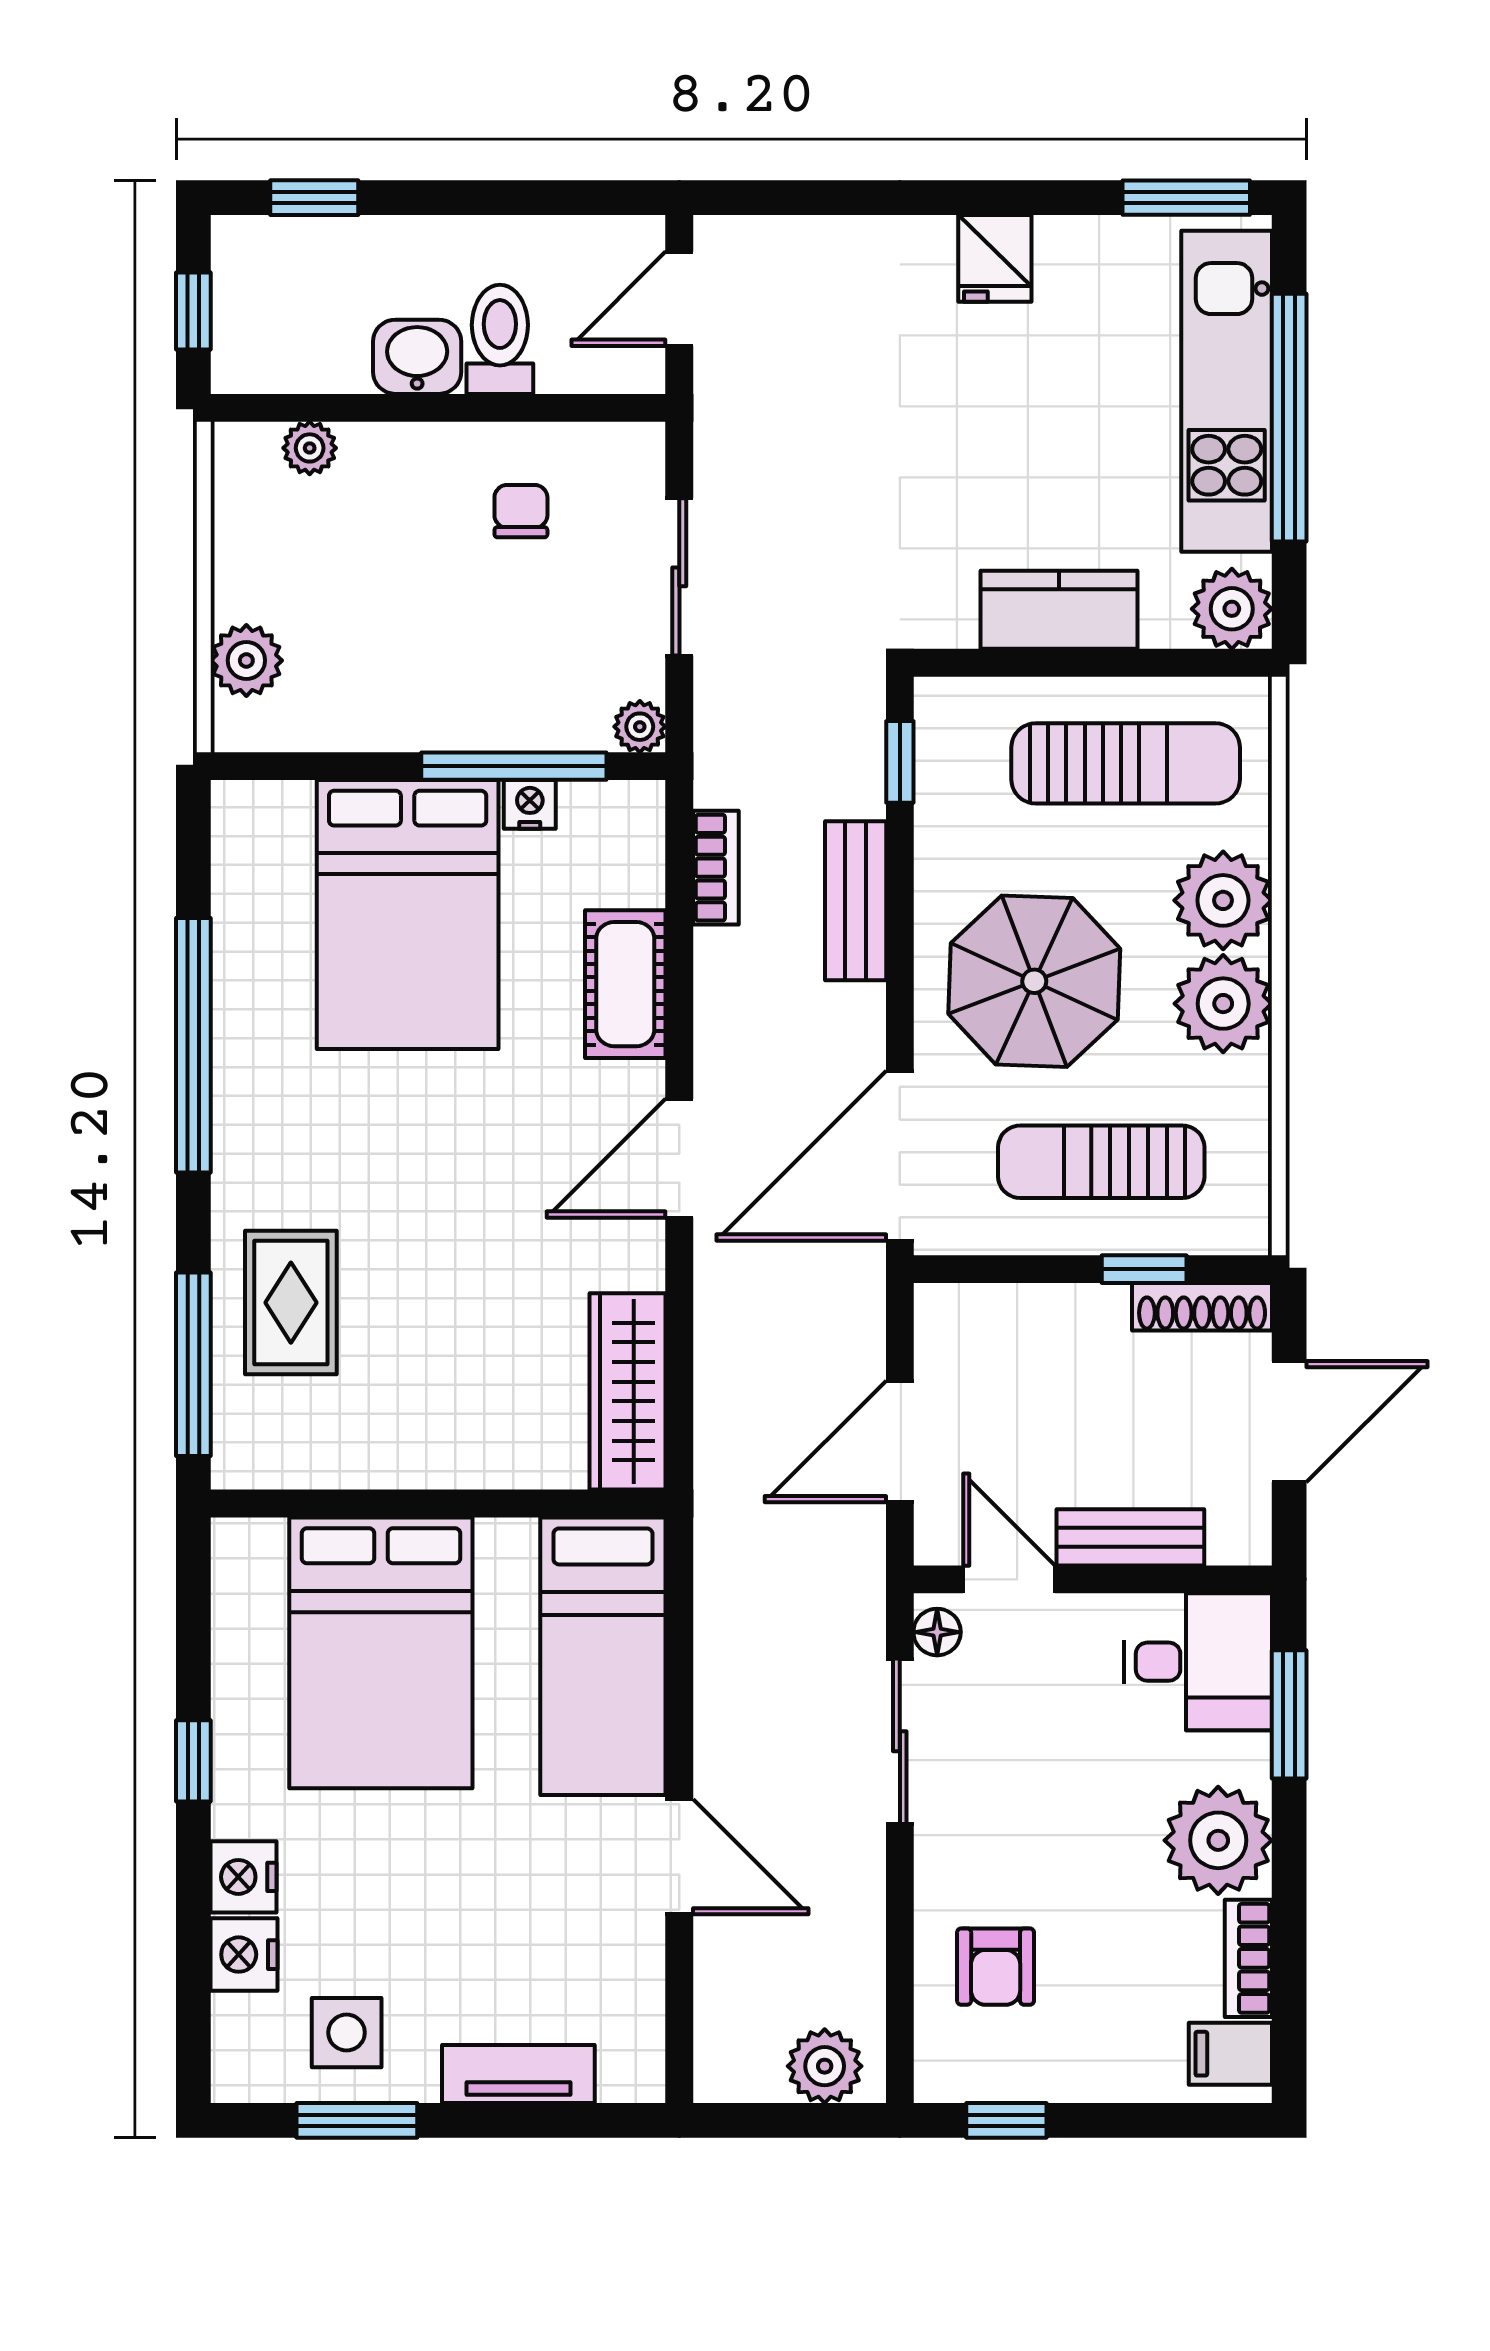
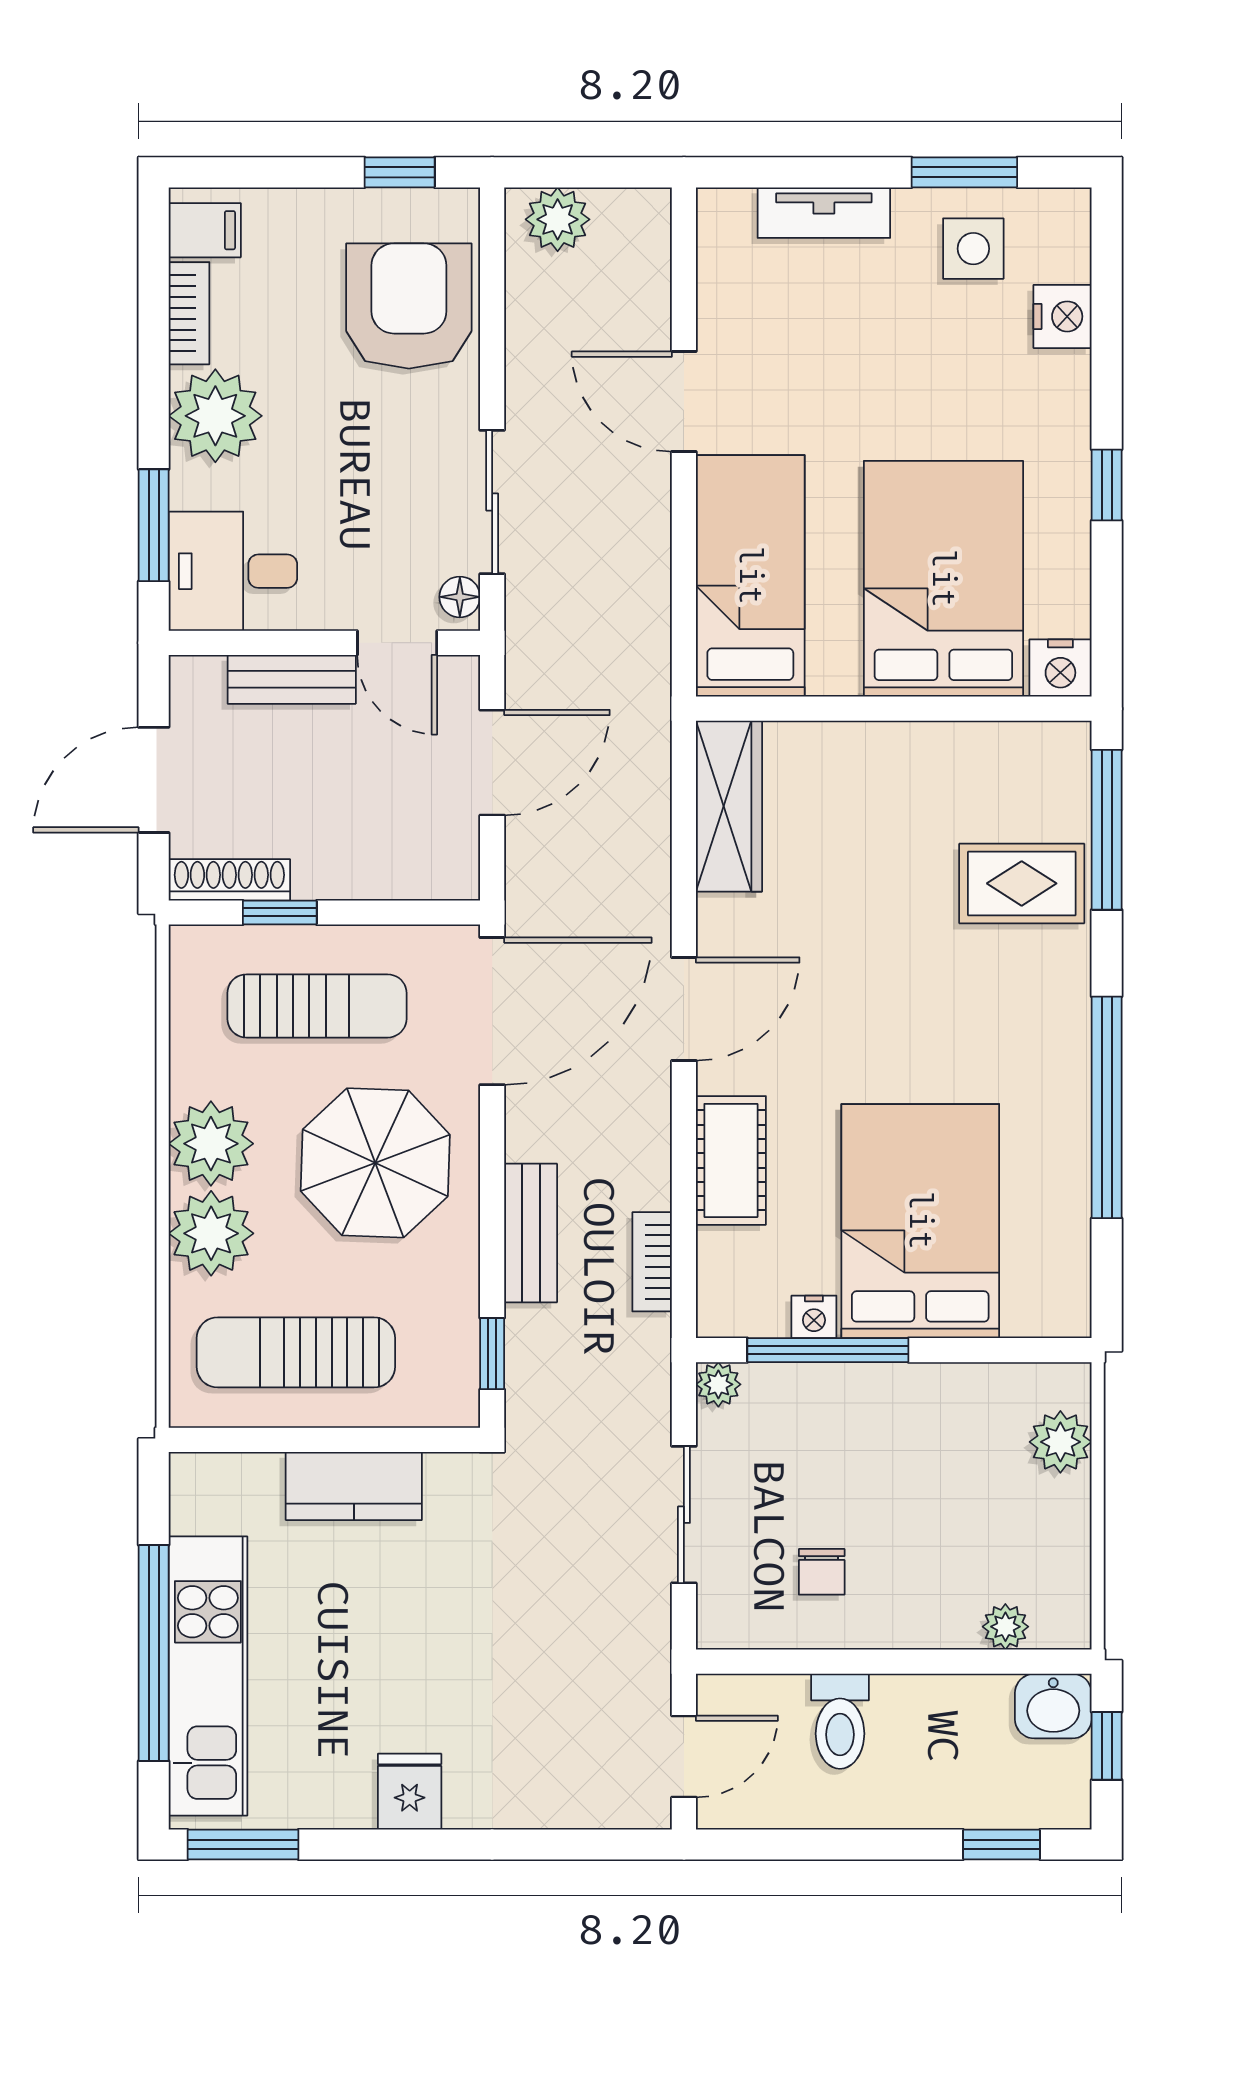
washbasin: (417, 357) -> (1053, 1706), moved
plant: (1232, 609) -> (203, 1487), removed
rug: (291, 1303) -> (1022, 883), turned 90
nightstand: (244, 1877) -> (1060, 668), moved, turned 90
armchair: (996, 1967) -> (409, 306), width x1.88, depth x1.88

